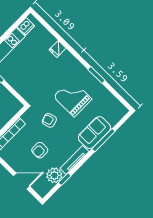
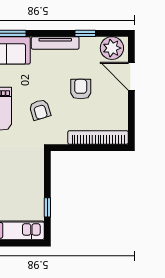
armchair: (40, 150) -> (81, 89), turned -90
plant: (54, 175) -> (112, 48), moved

